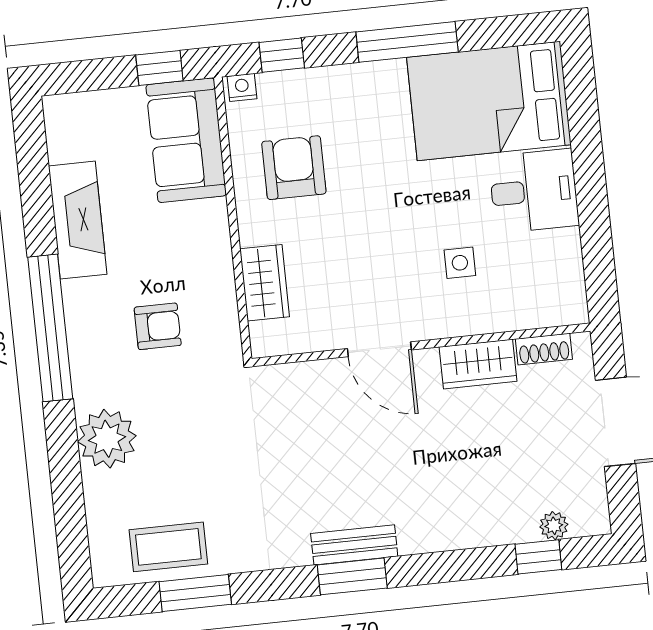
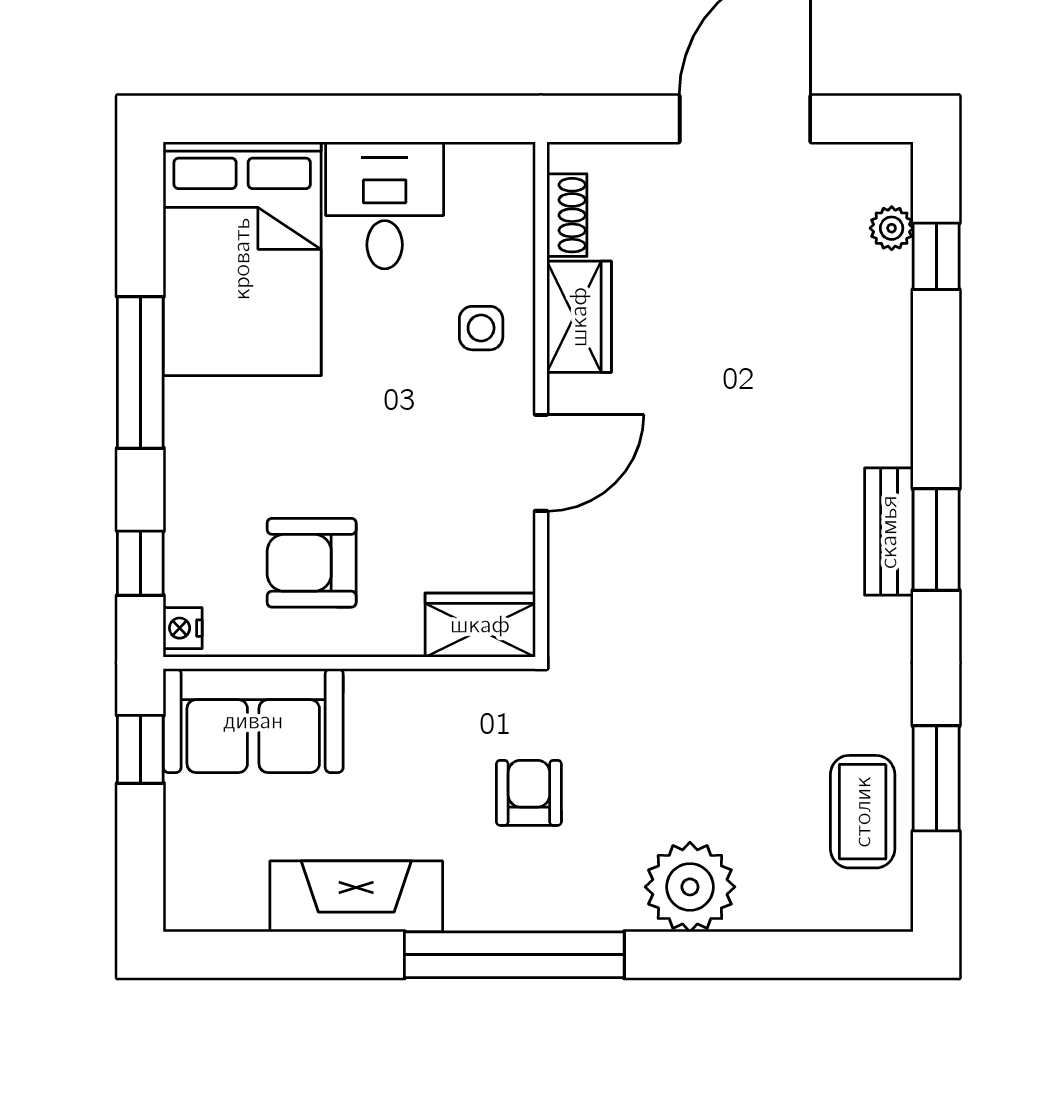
wall: (421, 345) -> (541, 399), moved
door: (379, 349) -> (541, 463), moved
shoe rack: (544, 349) -> (567, 215), moved
wardrobe: (478, 364) -> (579, 317), moved

